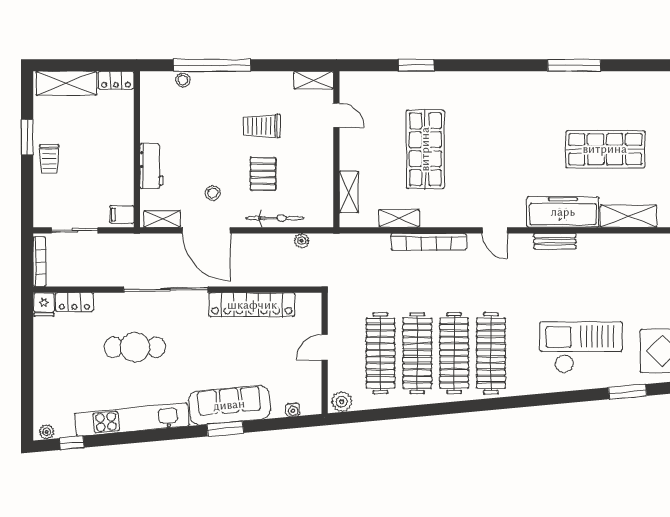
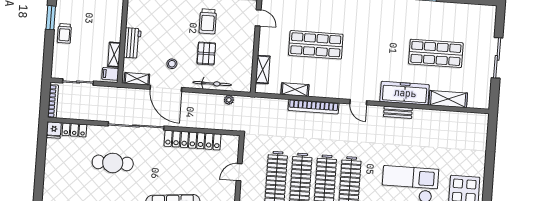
trolley: (262, 126) -> (208, 21), turned -90
shop shelf: (425, 149) -> (316, 45), turned 90
shelving: (126, 186) -> (114, 55), added

